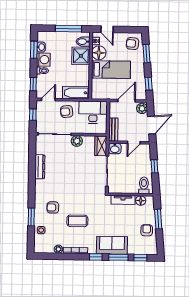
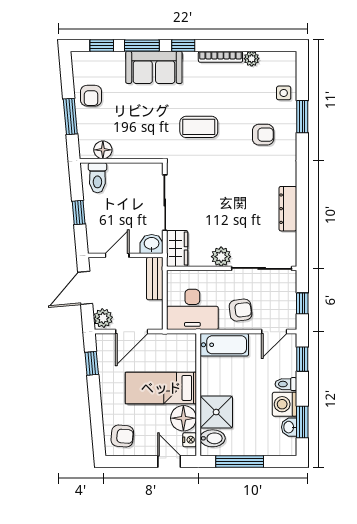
window: (146, 54) -> (96, 418), removed
tv unit: (123, 200) -> (135, 151), removed
coffee table: (77, 221) -> (199, 127), moved

